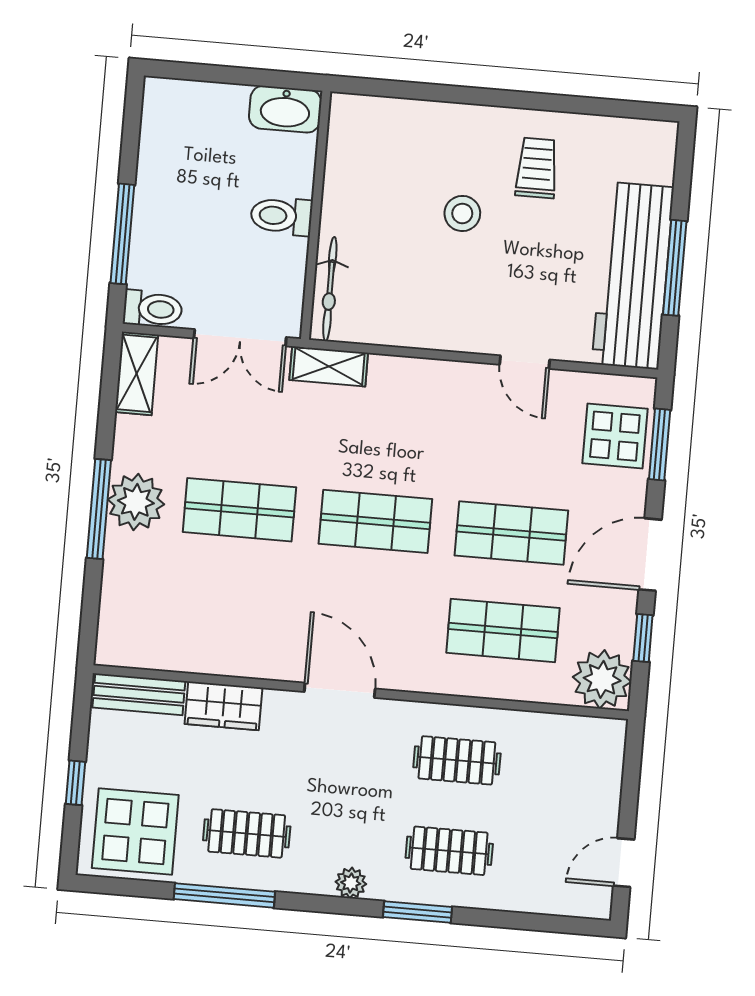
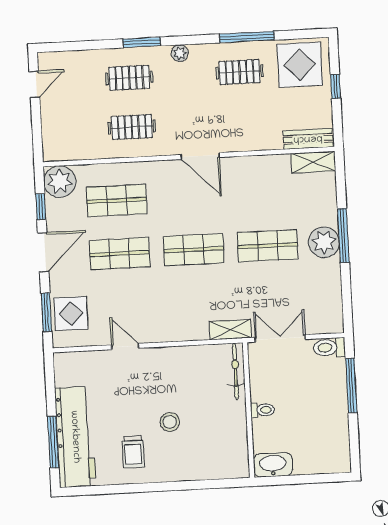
toilet: (281, 216) -> (263, 410), width x0.73, depth x0.72
window: (675, 268) -> (53, 442), moved
workbench: (633, 275) -> (75, 437), moved
shelving: (137, 373) -> (313, 162), moved, turned 90
wardrobe: (224, 706) -> (262, 139), removed

